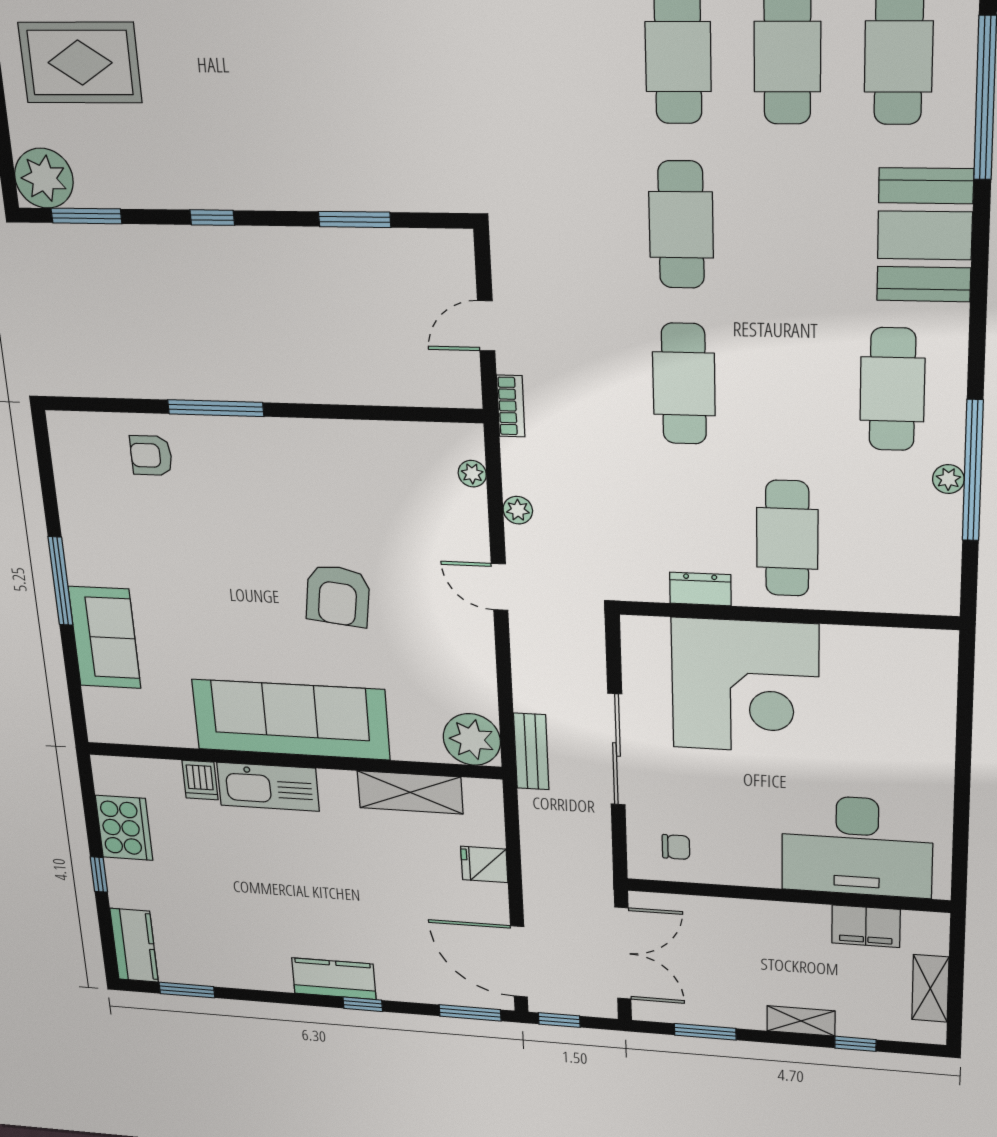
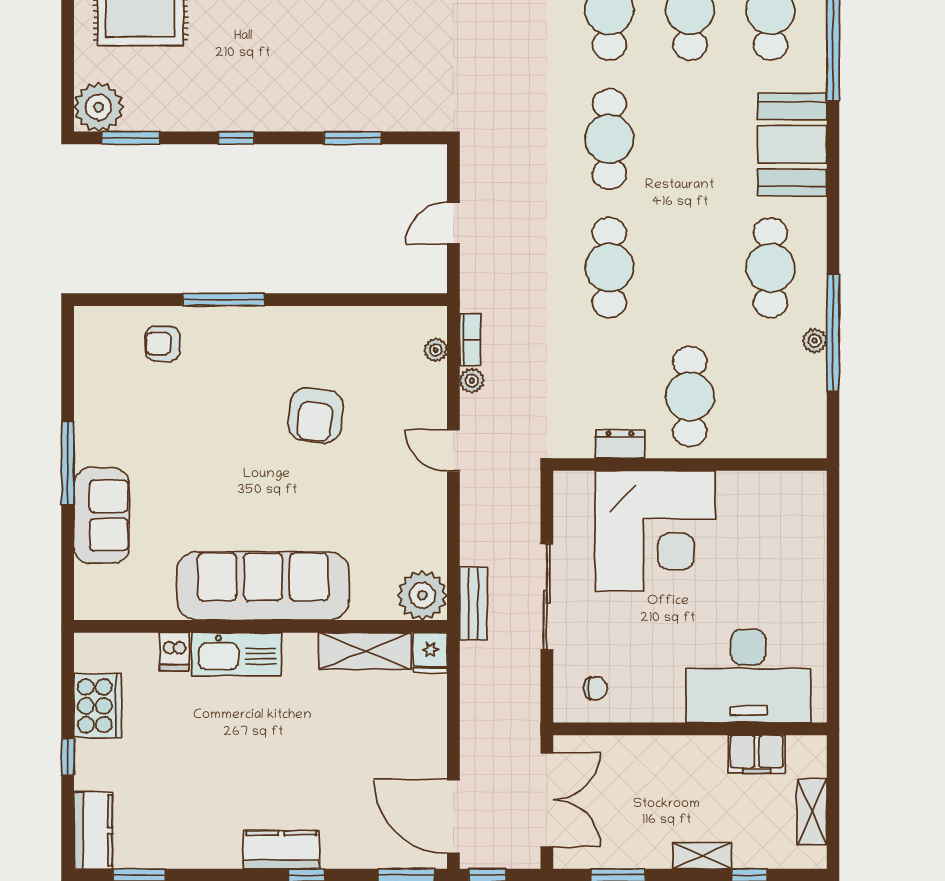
bookcase: (511, 406) -> (470, 340), moved
armchair: (338, 596) -> (316, 415), moved
fridge: (484, 864) -> (430, 653), moved, turned -90

